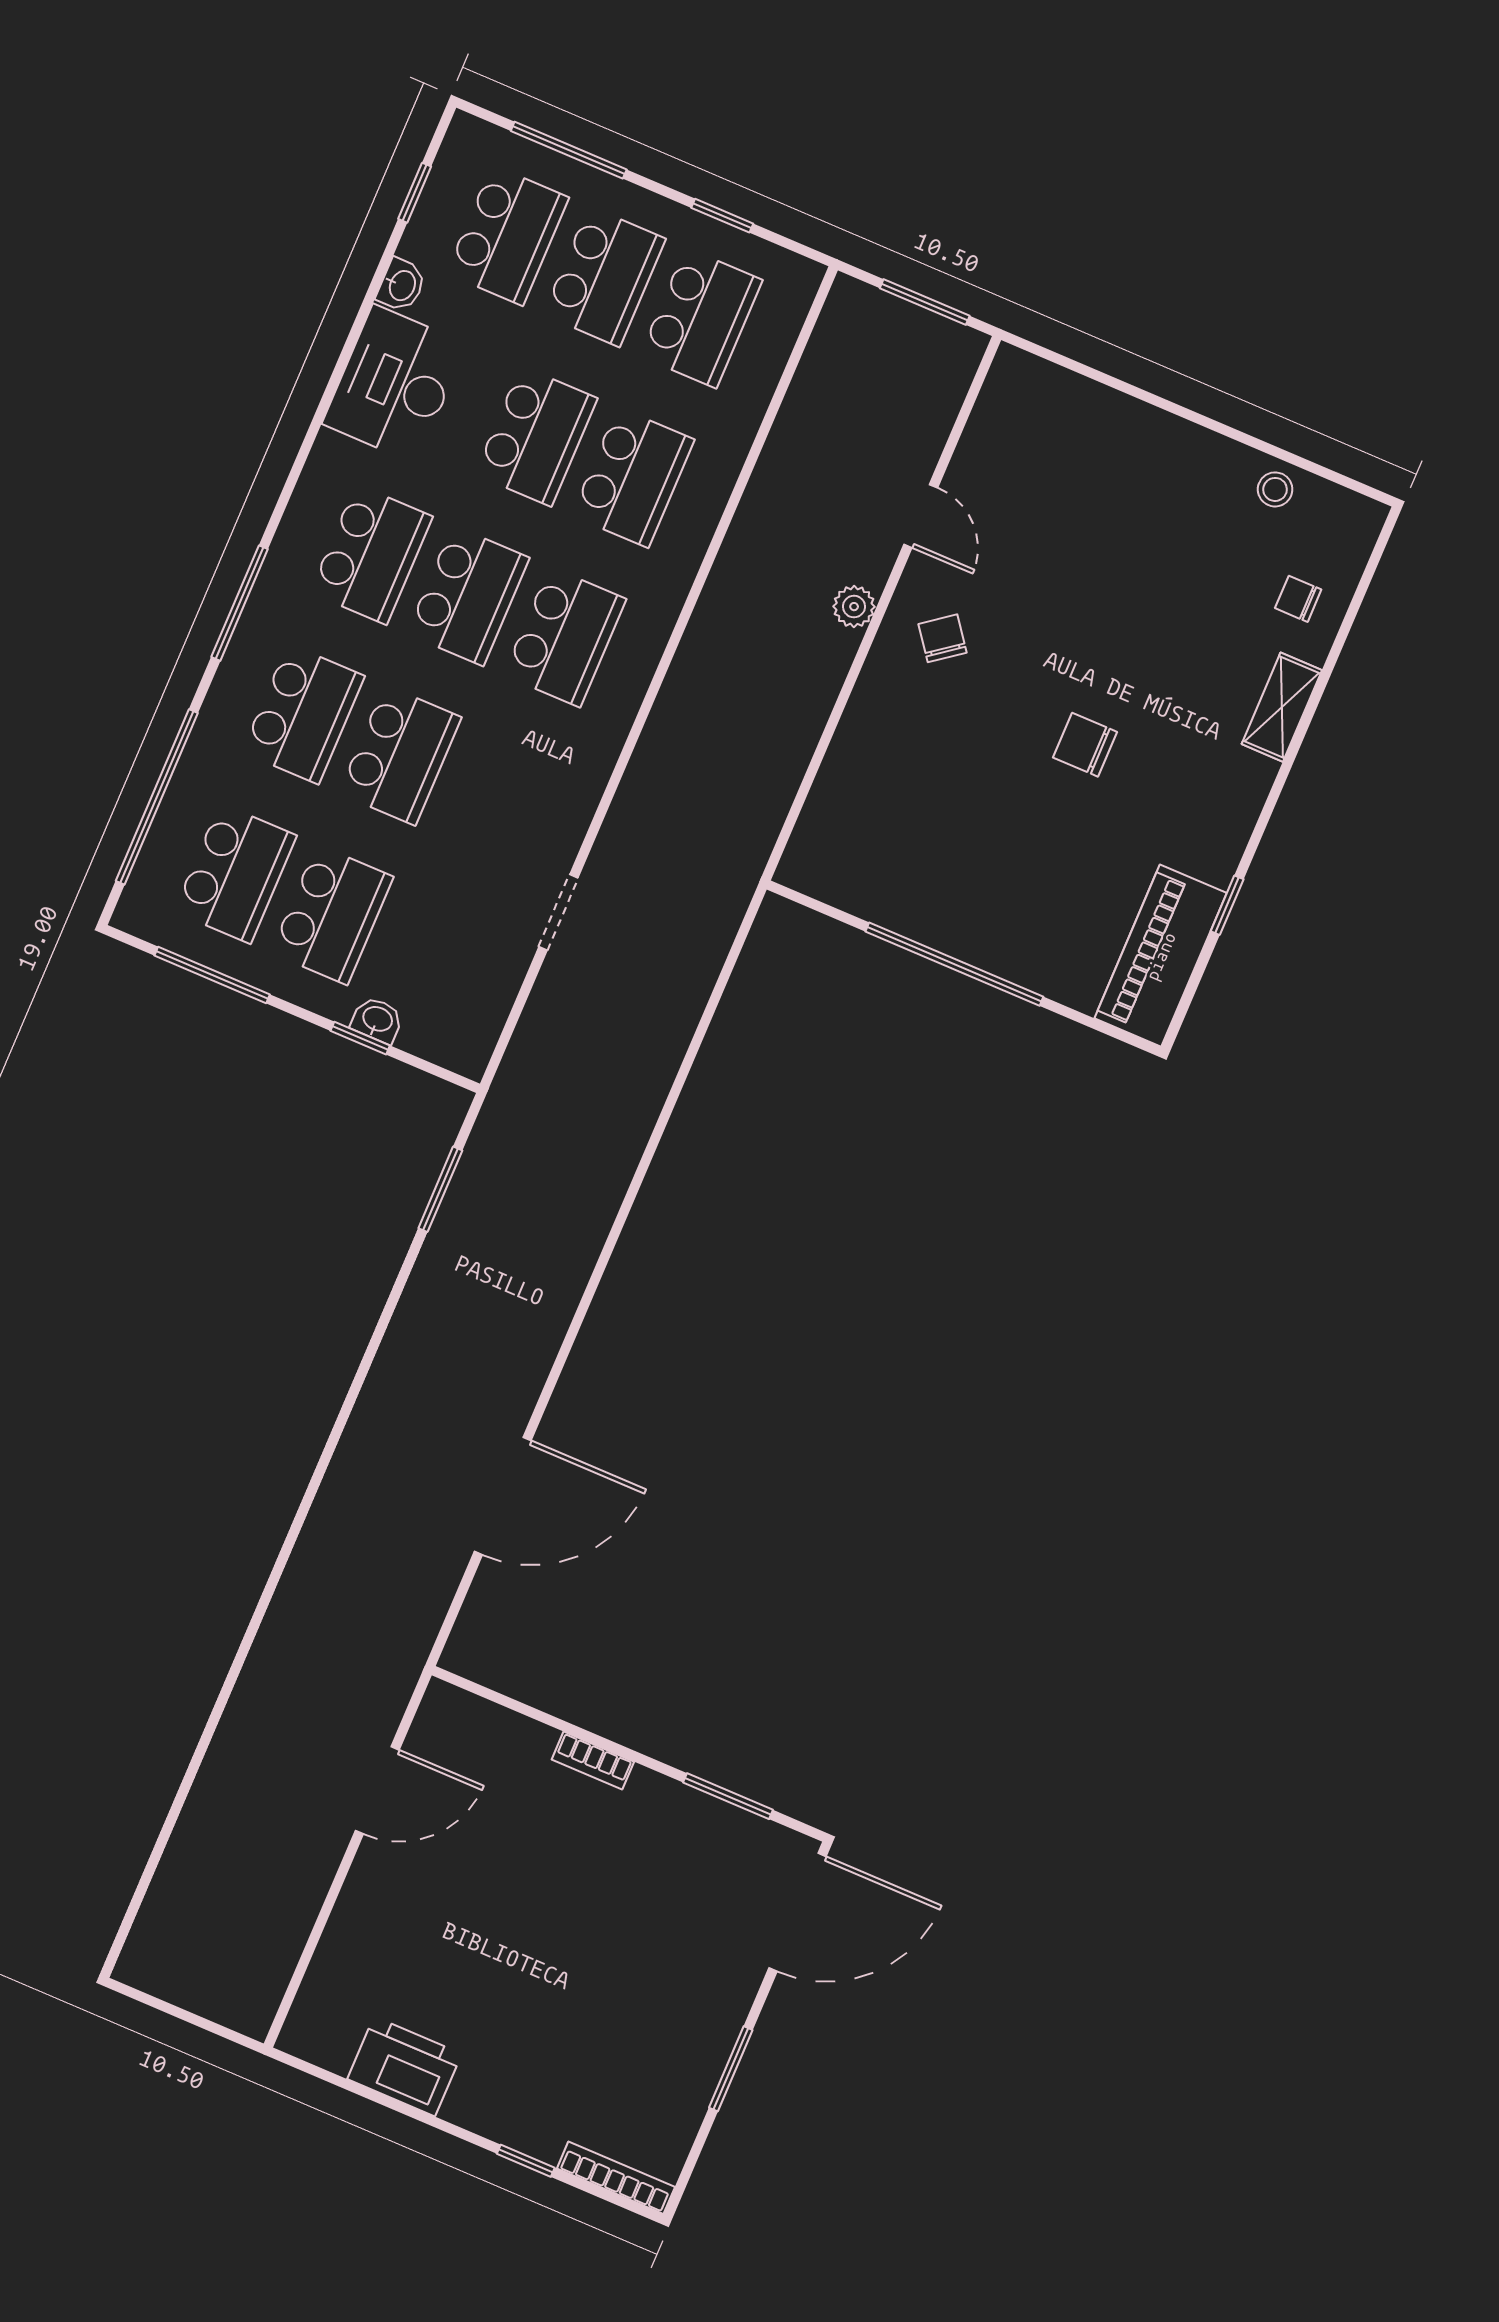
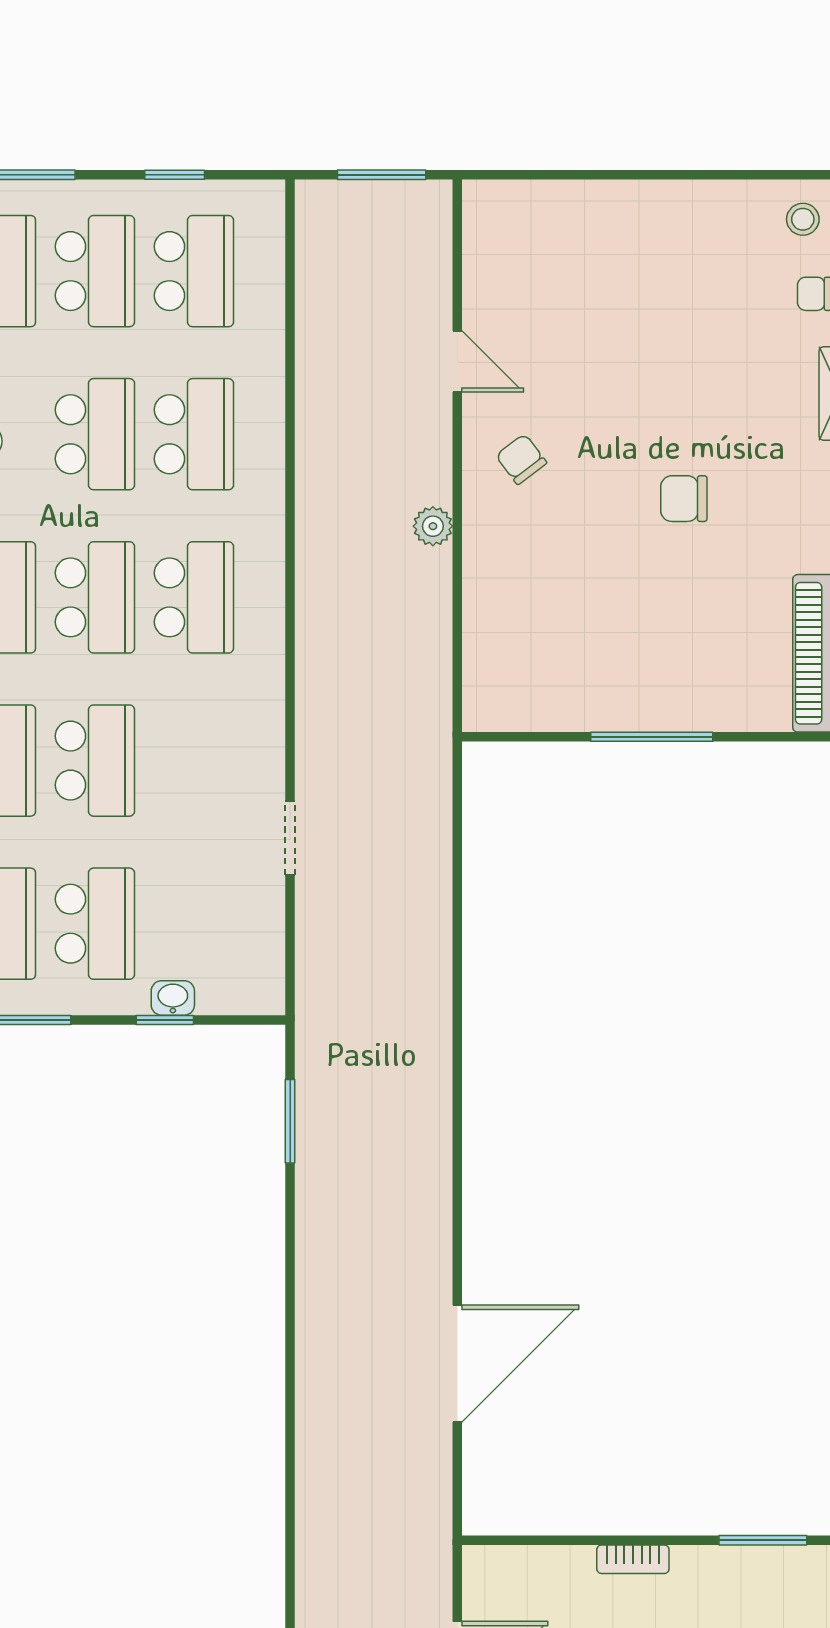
stool: (1275, 489) -> (803, 219), moved
plant: (854, 607) -> (433, 526), moved
window: (954, 964) -> (652, 737), width x0.68

